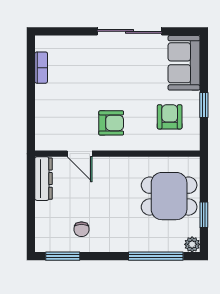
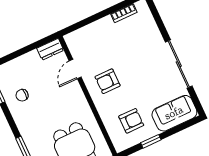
armchair: (111, 123) -> (108, 81), turned 90
dresser: (43, 179) -> (50, 49), width x0.70

